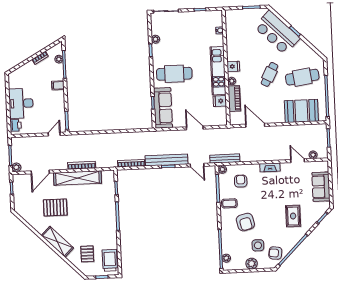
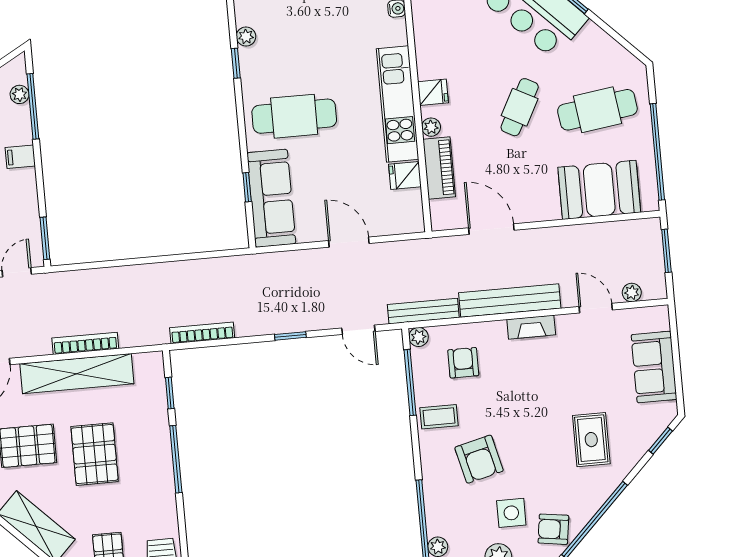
bench: (166, 160) -> (510, 301), moved
pallet: (83, 212) -> (95, 454), added

